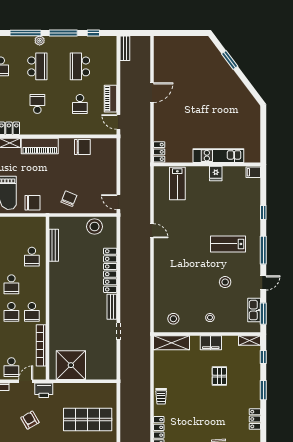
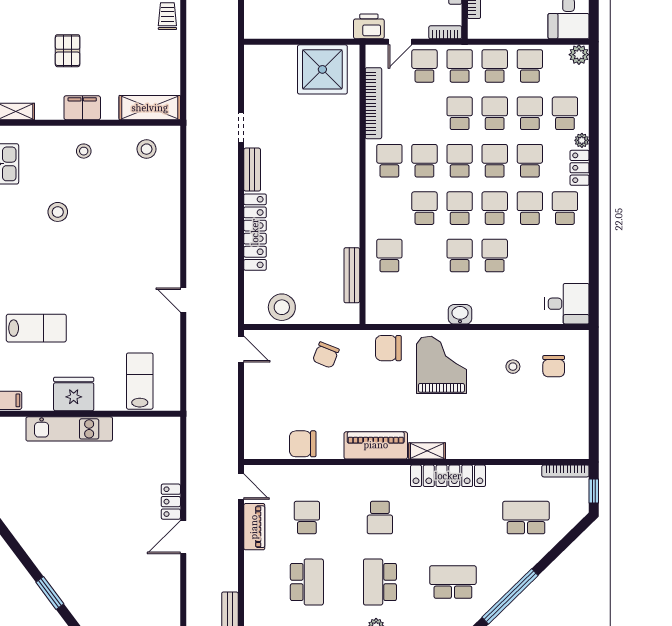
locker: (159, 152) -> (171, 502), moved
fridge: (216, 173) -> (74, 394), width x1.88, depth x1.34
lab bench: (228, 244) -> (36, 328), moved

